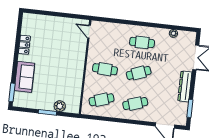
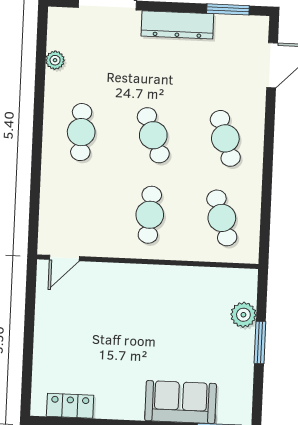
locker: (24, 45) -> (70, 406), moved

